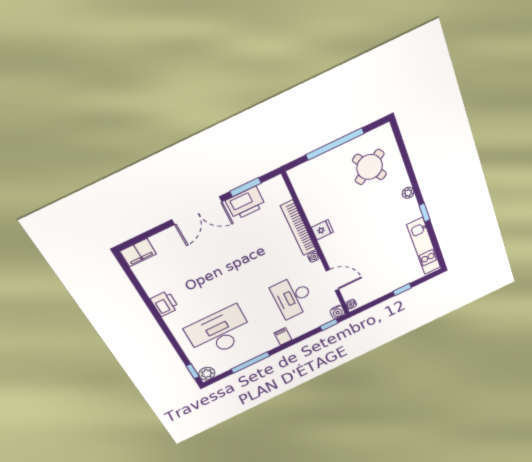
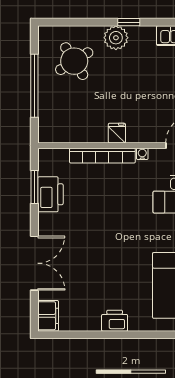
plant: (408, 193) -> (116, 38), width x1.88, depth x1.88
double door: (197, 211) -> (34, 263), moved
window: (425, 212) -> (129, 22), moved

